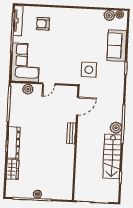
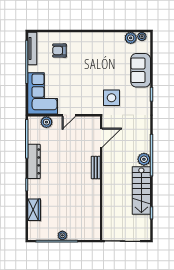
dresser: (14, 143) -> (34, 161), moved

